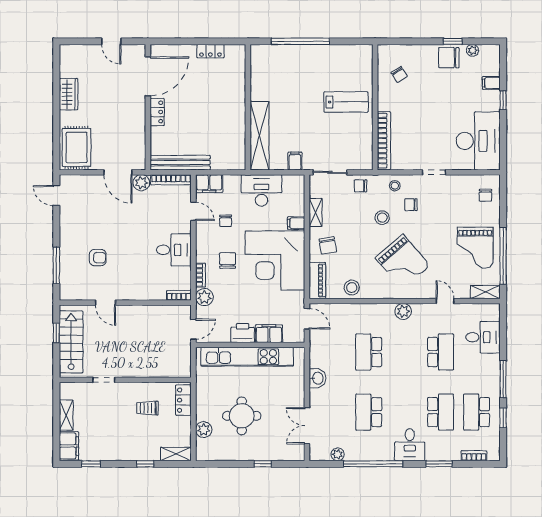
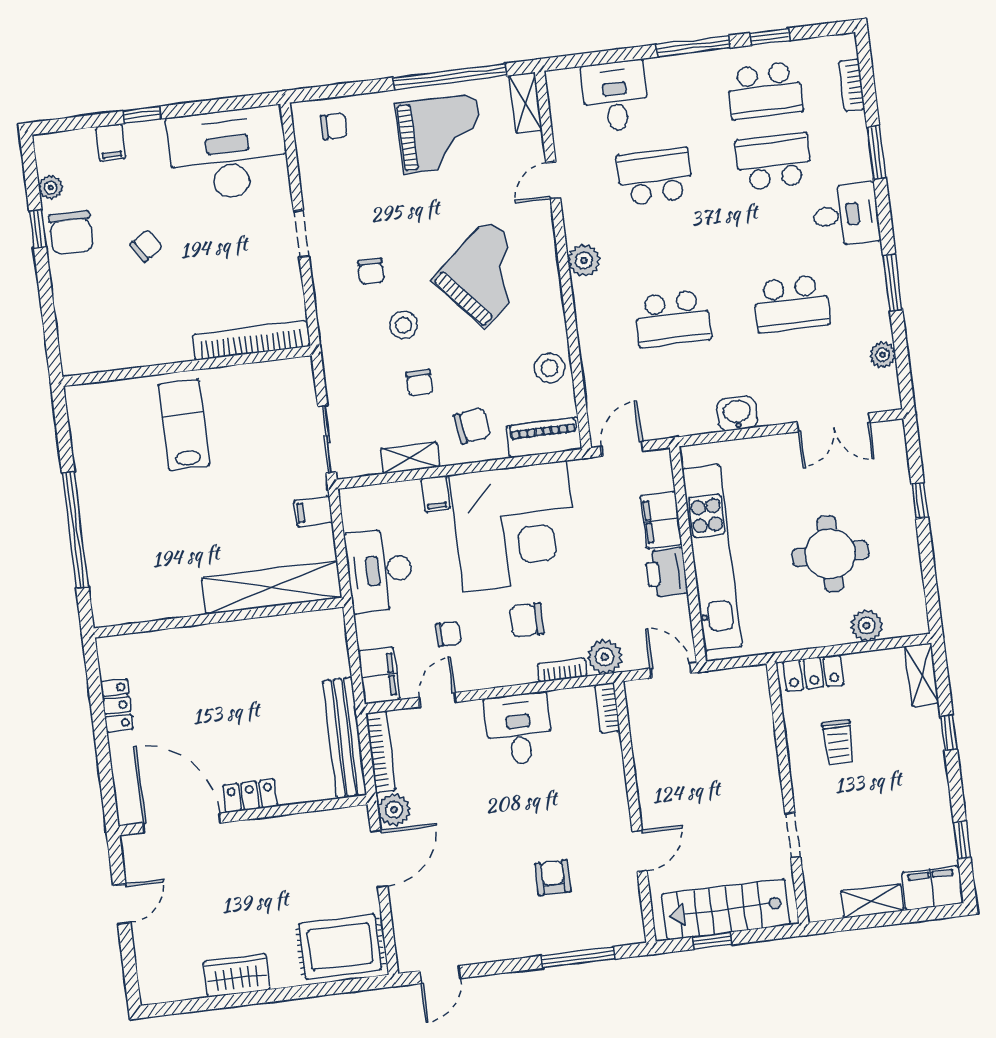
chair: (399, 74) -> (146, 246), moved
chair: (361, 186) -> (419, 383), moved
stool: (395, 186) -> (337, 308), removed
window: (373, 464) -> (893, 282), width x0.47

